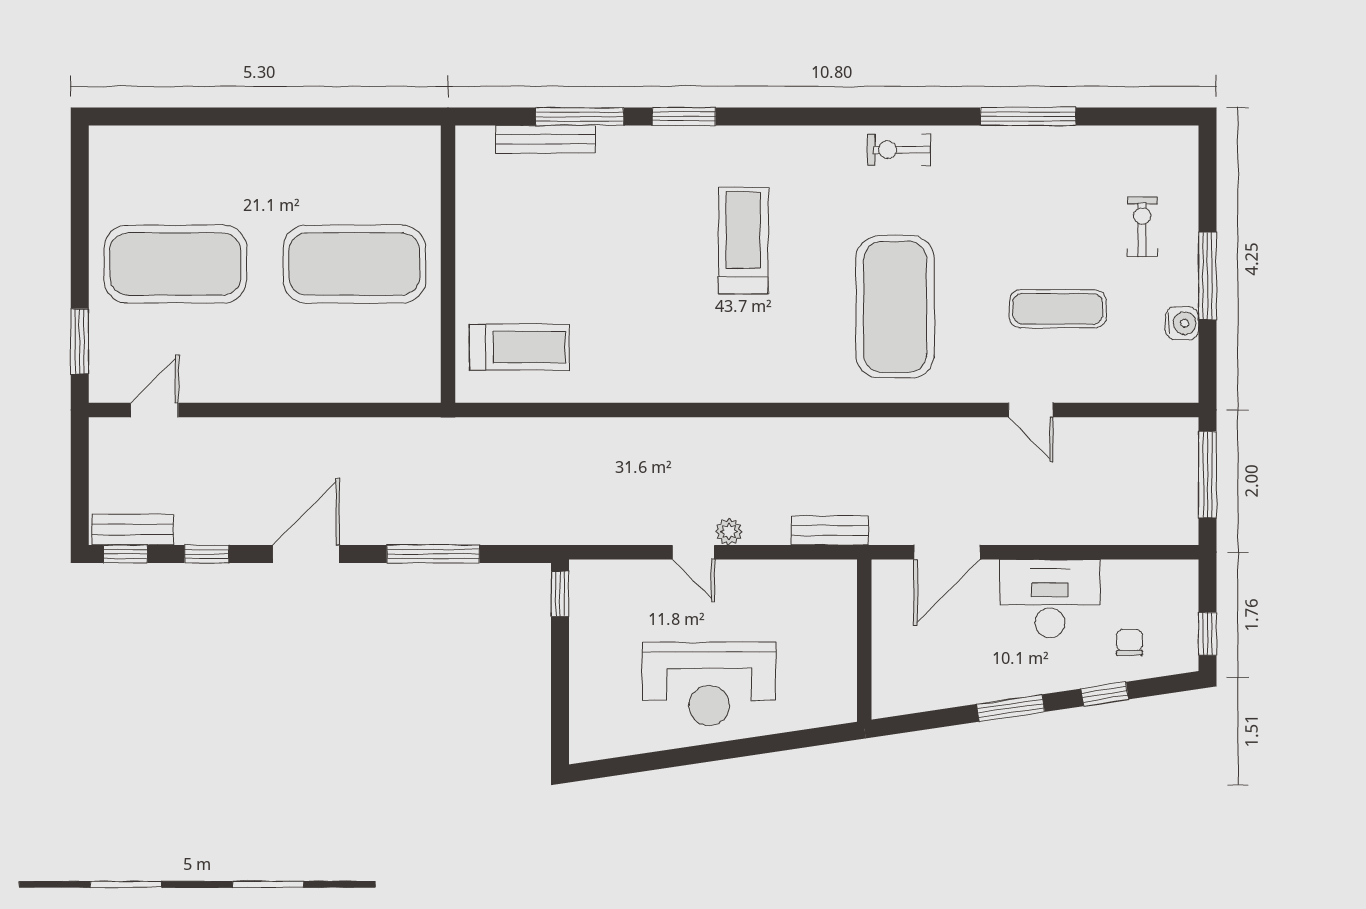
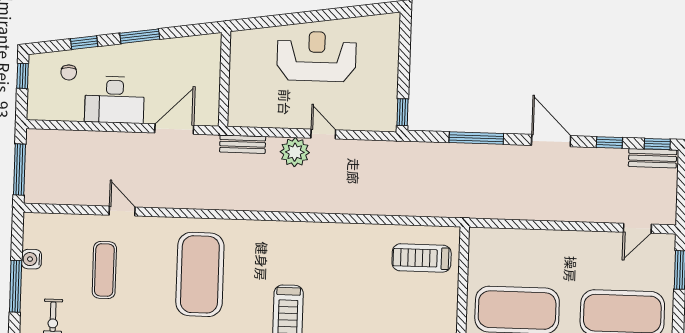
exercise mat: (1058, 309) -> (104, 270), turned 90
plant: (729, 532) -> (295, 152), width x1.88, depth x1.88
door: (306, 554) -> (551, 141), swing flipped

